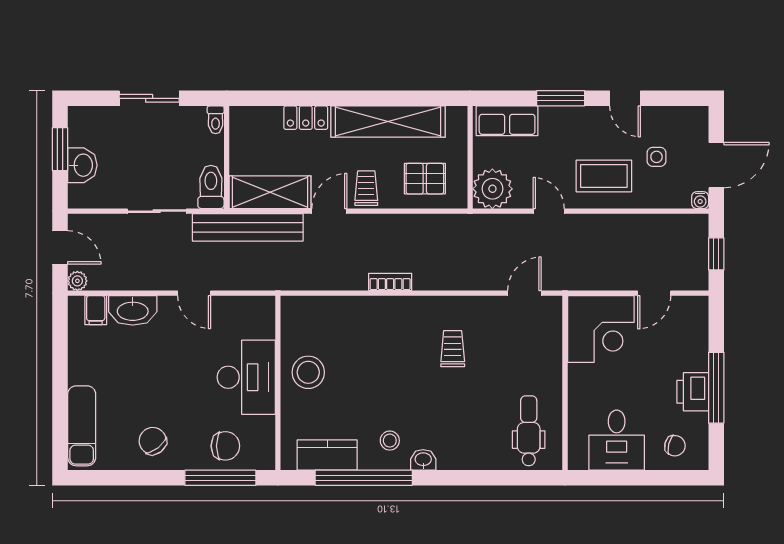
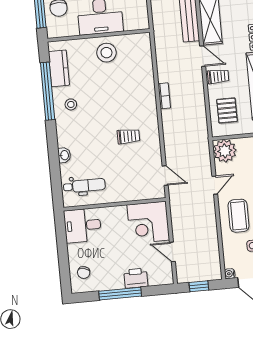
printer: (693, 392) -> (136, 278), moved
desk: (617, 440) -> (83, 225), moved
washbasin: (423, 460) -> (64, 155), moved

